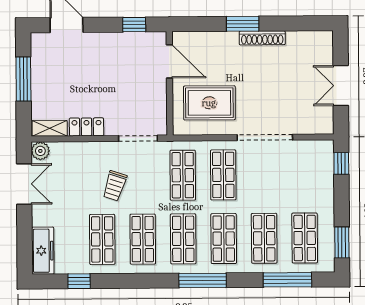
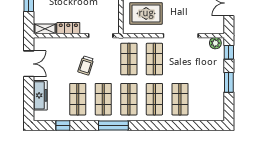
plant: (40, 151) -> (215, 43), moved
shop shelf: (305, 238) -> (206, 99), removed
window: (342, 242) -> (229, 82), moved
freezer: (43, 251) -> (40, 95), moved
window: (203, 280) -> (113, 125), moved
window: (287, 280) -> (194, 125), removed

